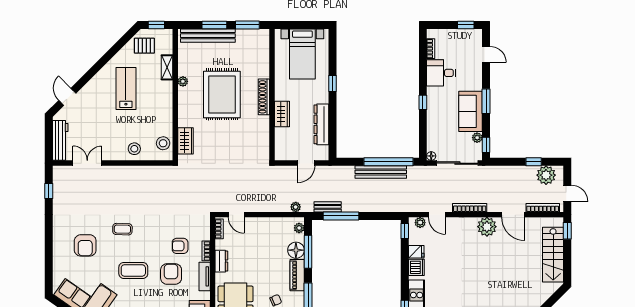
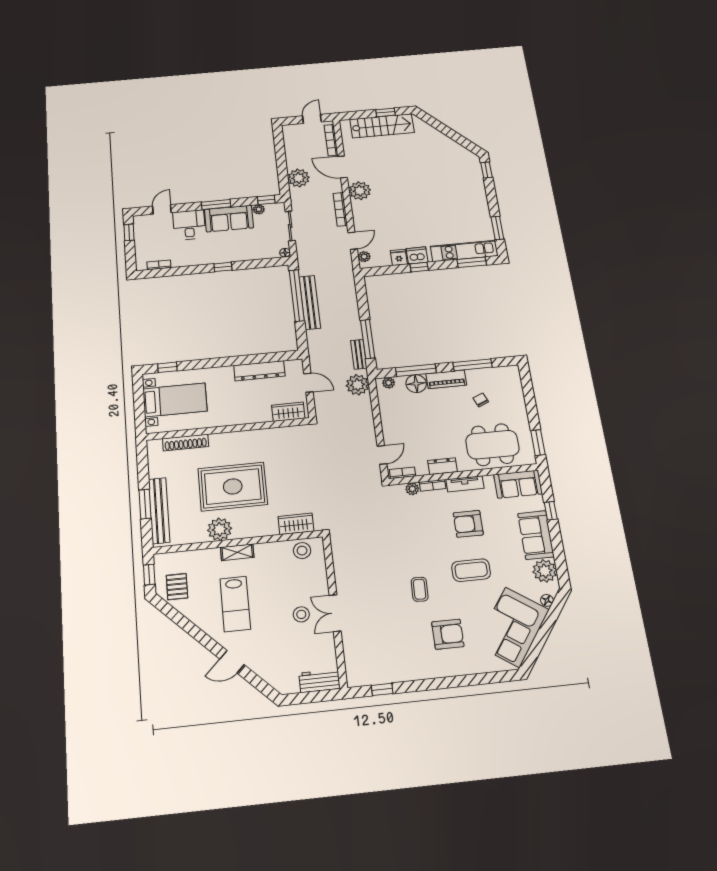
window: (247, 25) -> (143, 466), removed
shelving: (167, 67) -> (237, 552), moved
desk: (441, 73) -> (189, 225), moved, turned 180
plant: (183, 81) -> (220, 529), width x1.88, depth x1.88
window: (333, 83) -> (167, 367), moved
lab bench: (126, 89) -> (235, 604), turned -90
door: (67, 97) -> (232, 662), moved
shoe rack: (264, 97) -> (186, 442), moved
wardrobe: (282, 114) -> (288, 412), moved
workbench: (60, 140) -> (320, 681), width x0.73
stool: (134, 149) -> (301, 614), moved
window: (534, 162) -> (280, 153), removed
double door: (87, 163) -> (335, 613), moved
sliding door: (457, 163) -> (290, 226), width x0.73
plant: (546, 175) -> (299, 178), moved
plant: (296, 207) -> (357, 385), width x1.88, depth x1.88
door: (513, 215) -> (342, 167), swing flipped
window: (405, 231) -> (419, 267), moved
window: (567, 231) -> (385, 112), moved
plant: (205, 235) -> (412, 489), added
armchair: (180, 246) -> (431, 517), removed
coffee table: (133, 270) -> (471, 570), turned 90

